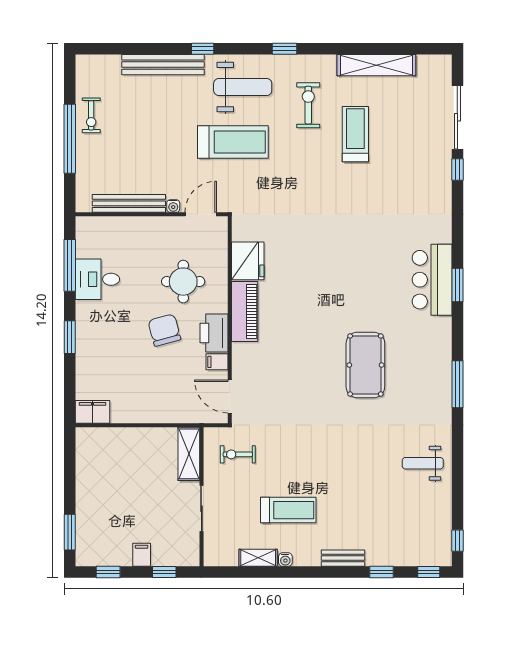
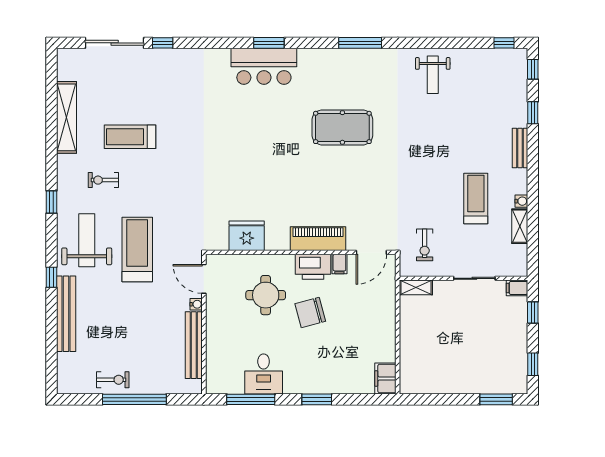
exercise bike: (308, 105) -> (103, 180), width x0.73, depth x0.72
piano: (245, 312) -> (318, 239), moved
shelving: (189, 454) -> (416, 287), width x0.67, depth x0.75
filing cabinet: (142, 555) -> (517, 288), moved

